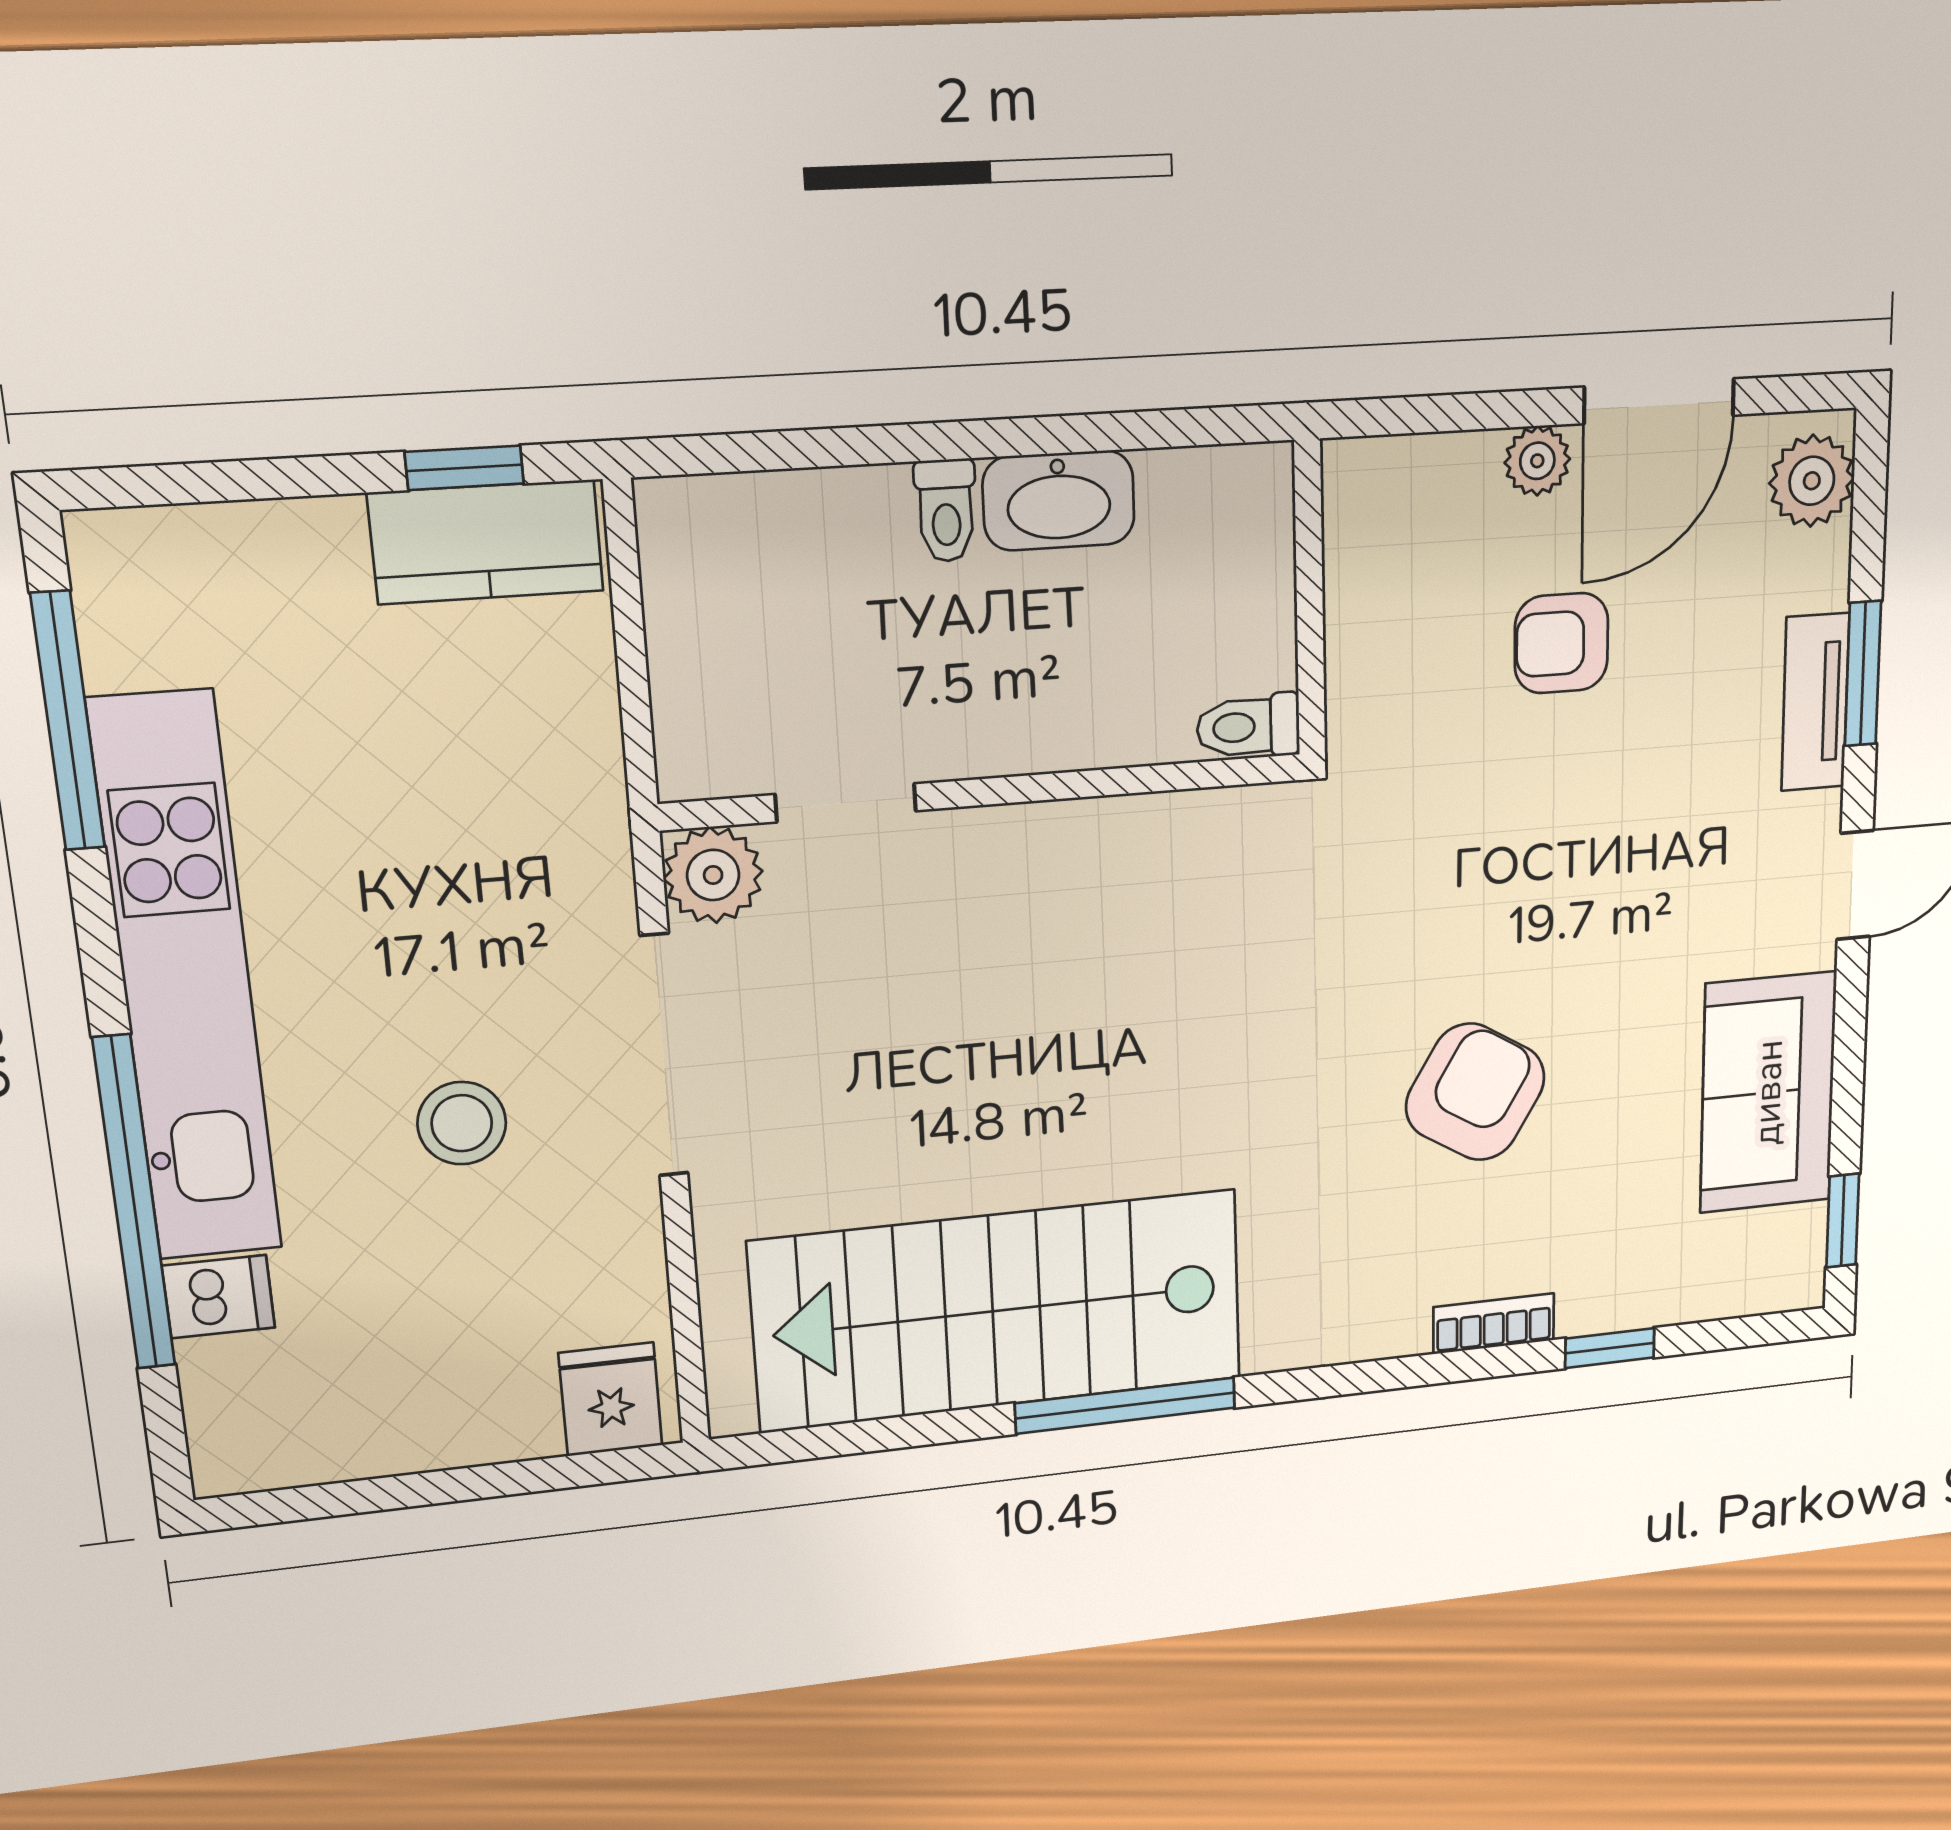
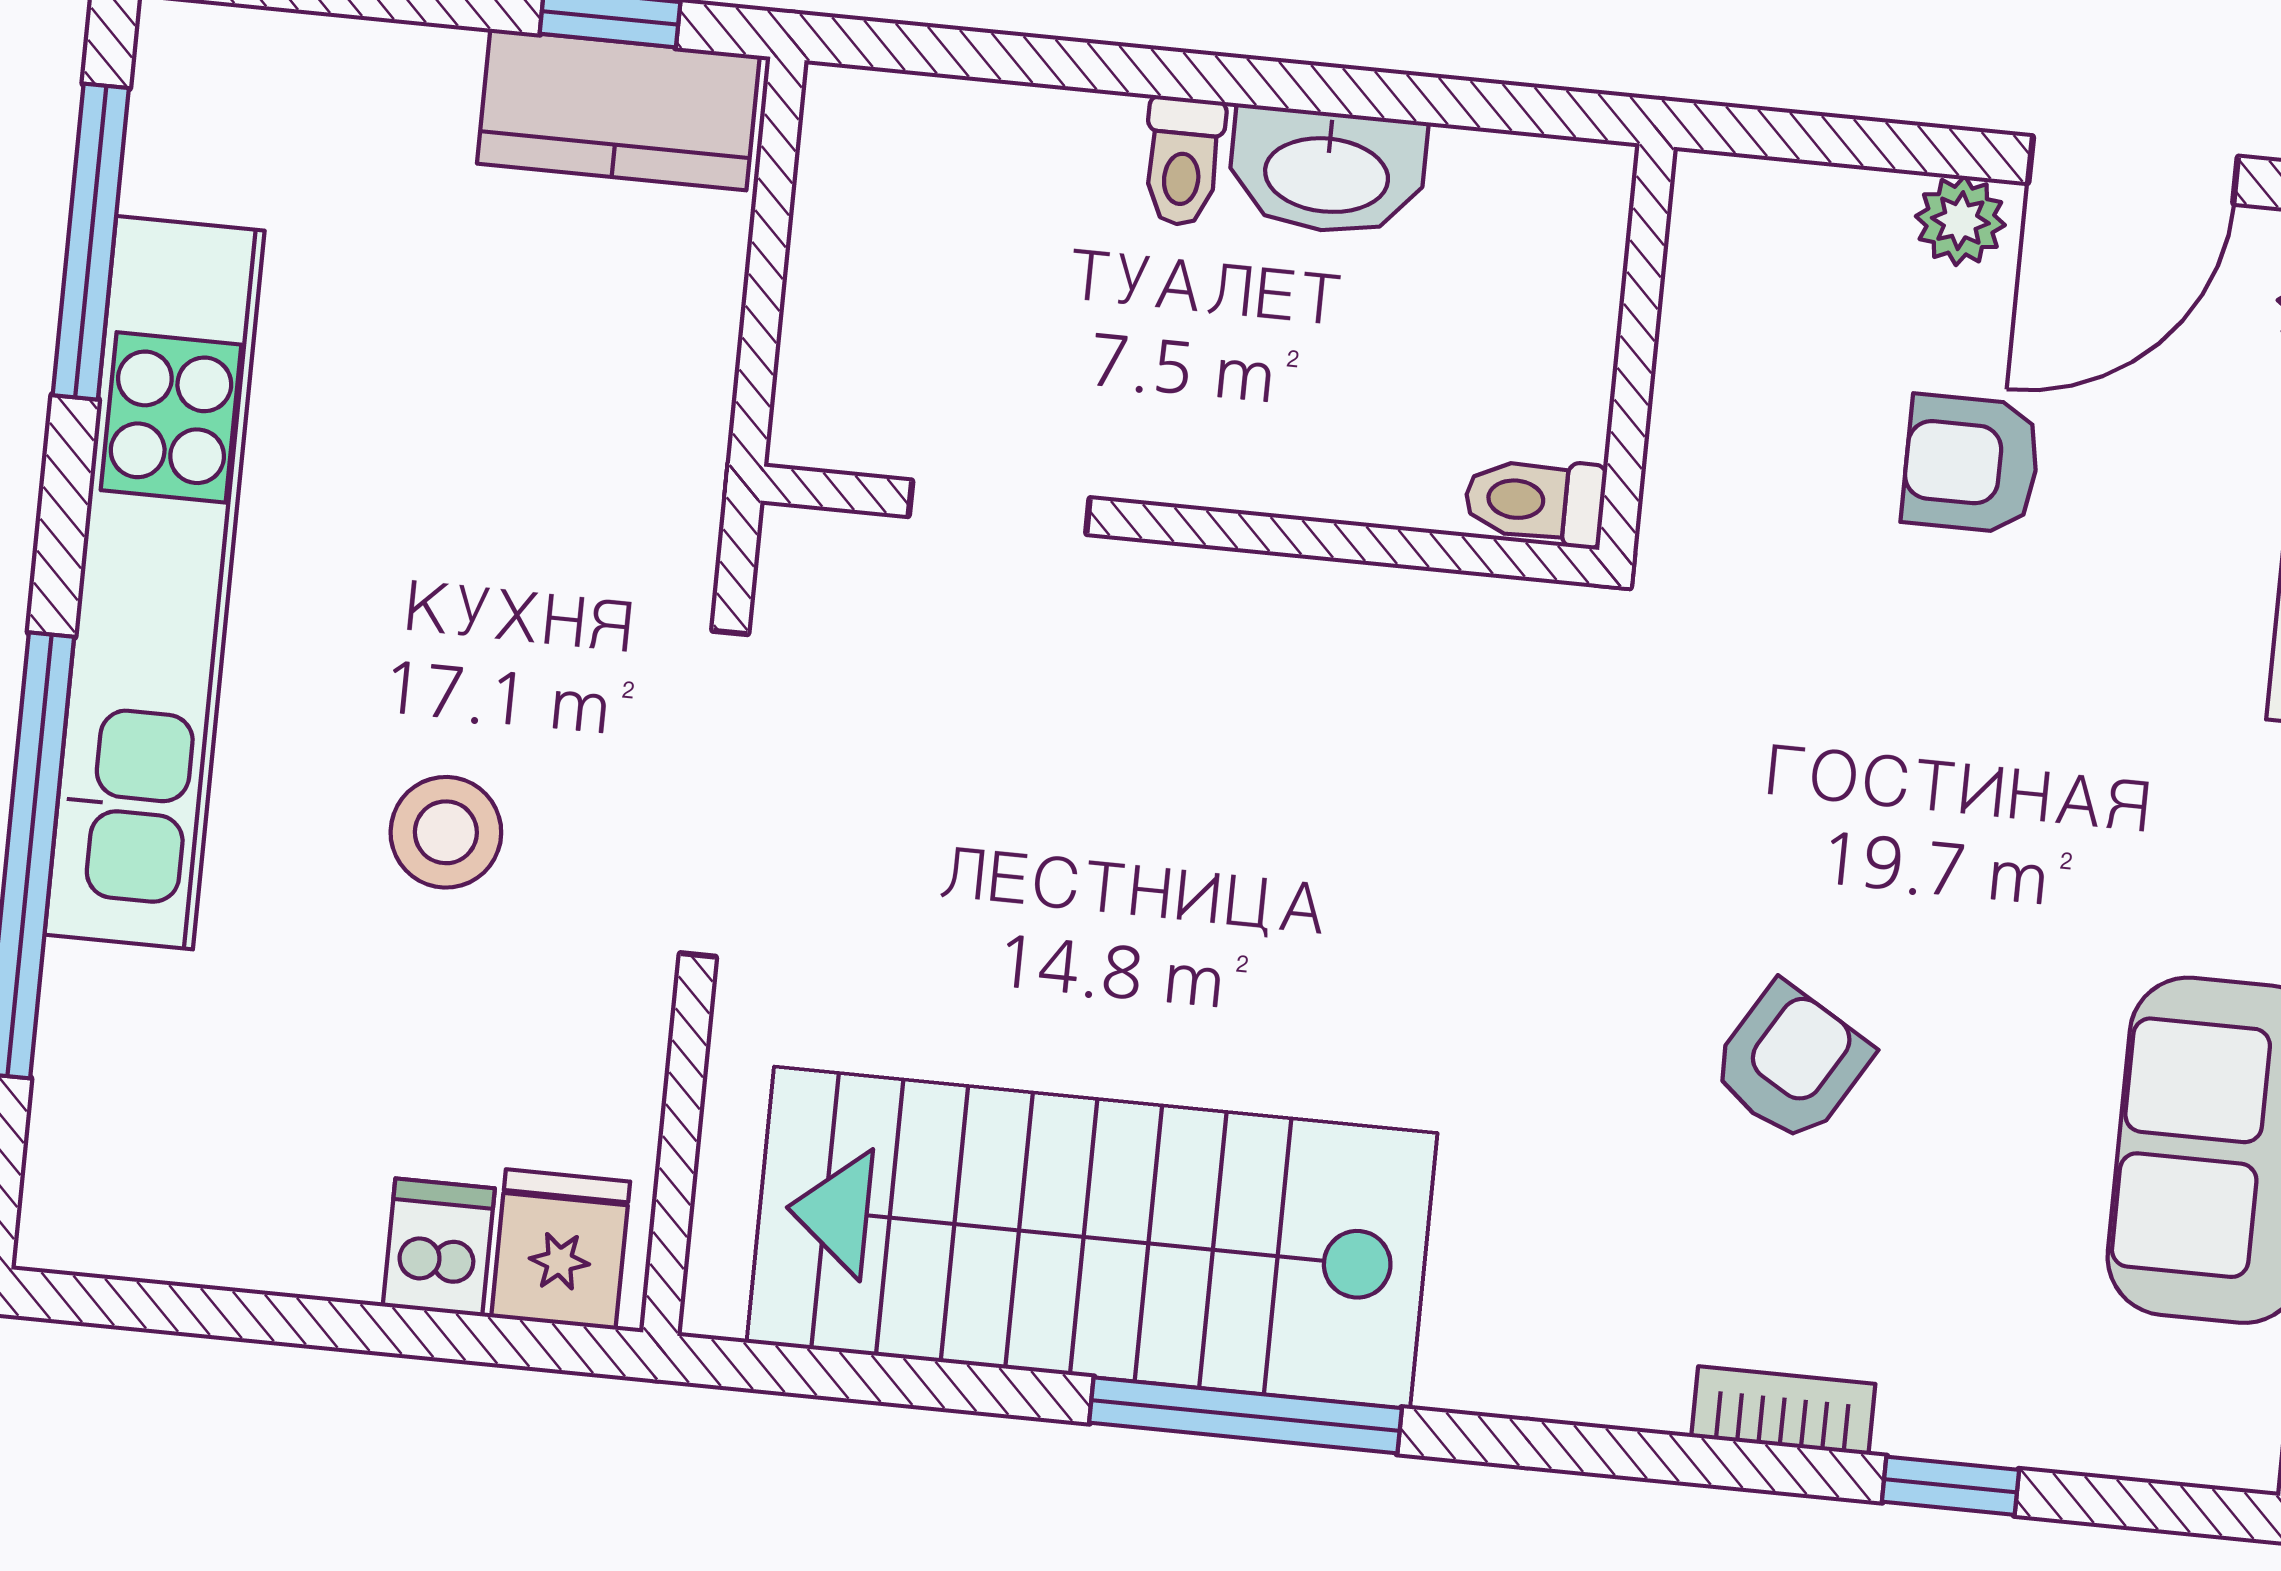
plant: (713, 875) -> (817, 570), removed
armchair: (1475, 1092) -> (1791, 1063), width x0.72, depth x0.72
dishwasher: (219, 1297) -> (439, 1247), moved, turned -90

